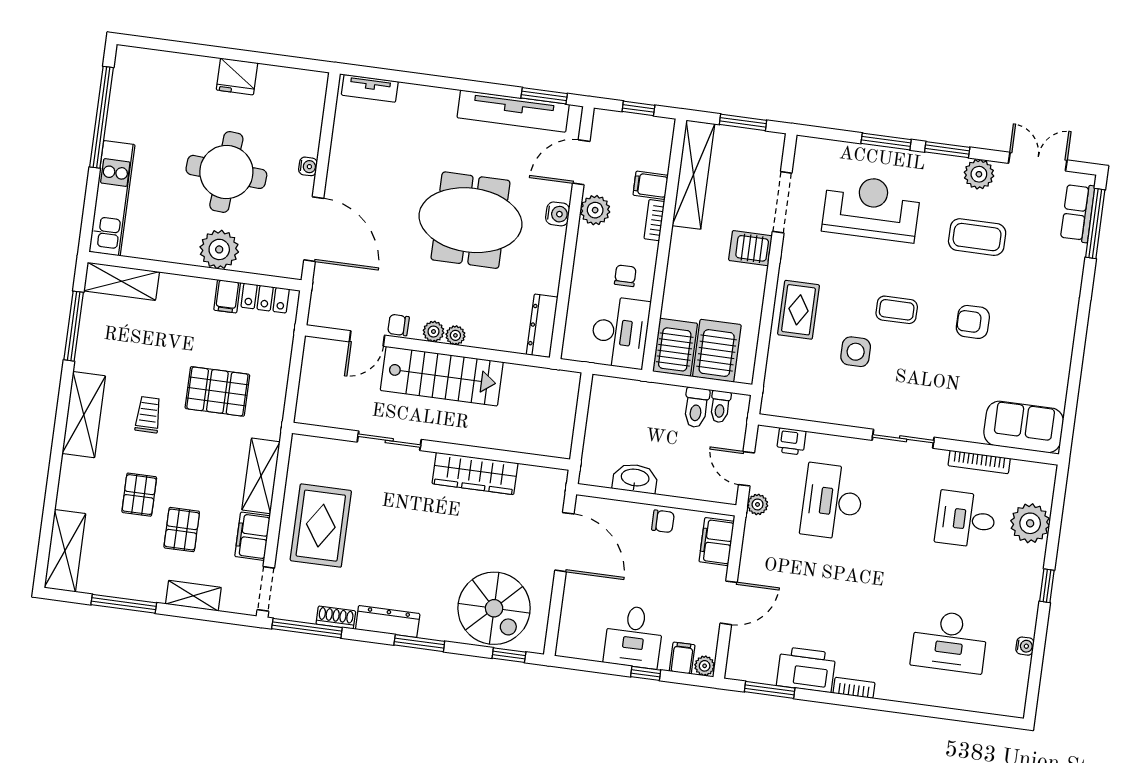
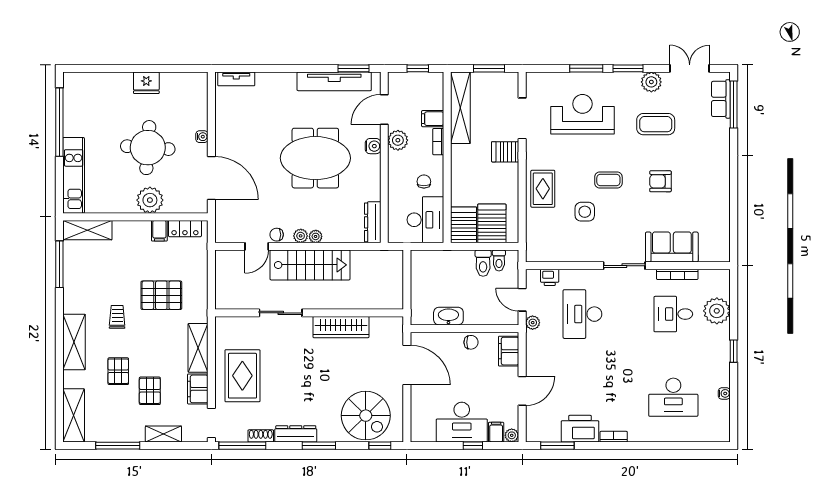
shelving: (84, 415) -> (74, 342), moved
sofa: (1024, 427) -> (672, 247), moved
desk: (634, 637) -> (462, 422), width x1.37

